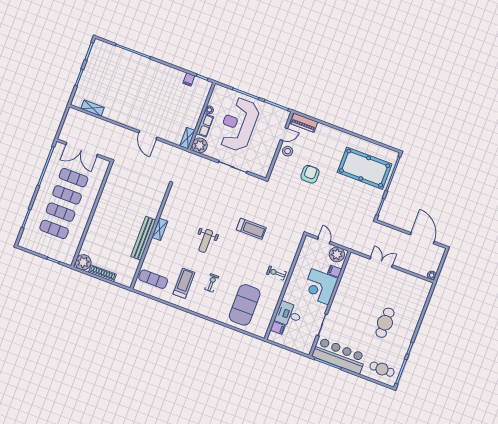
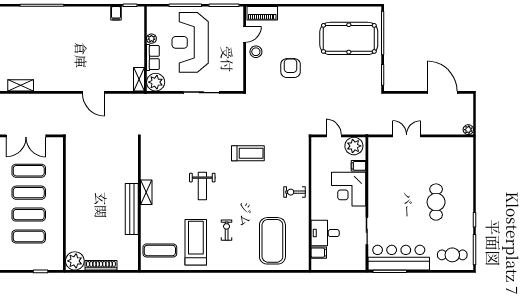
treadmill: (184, 283) -> (196, 242), width x1.37, depth x1.38

